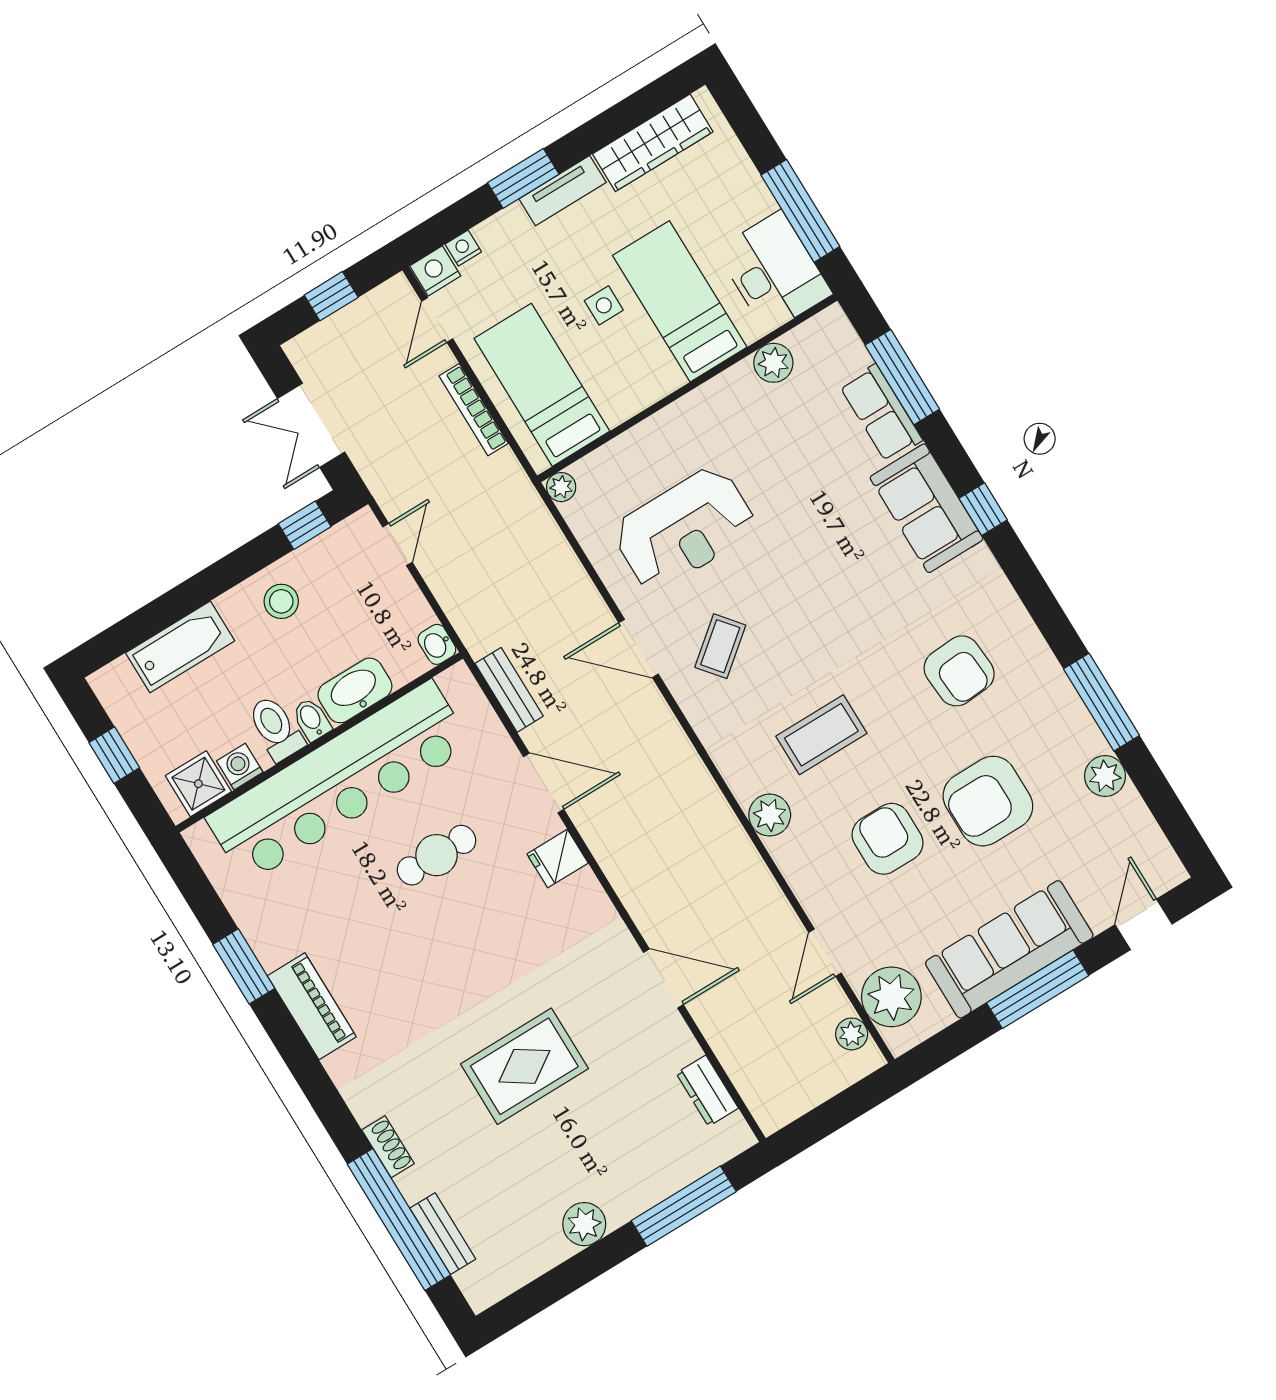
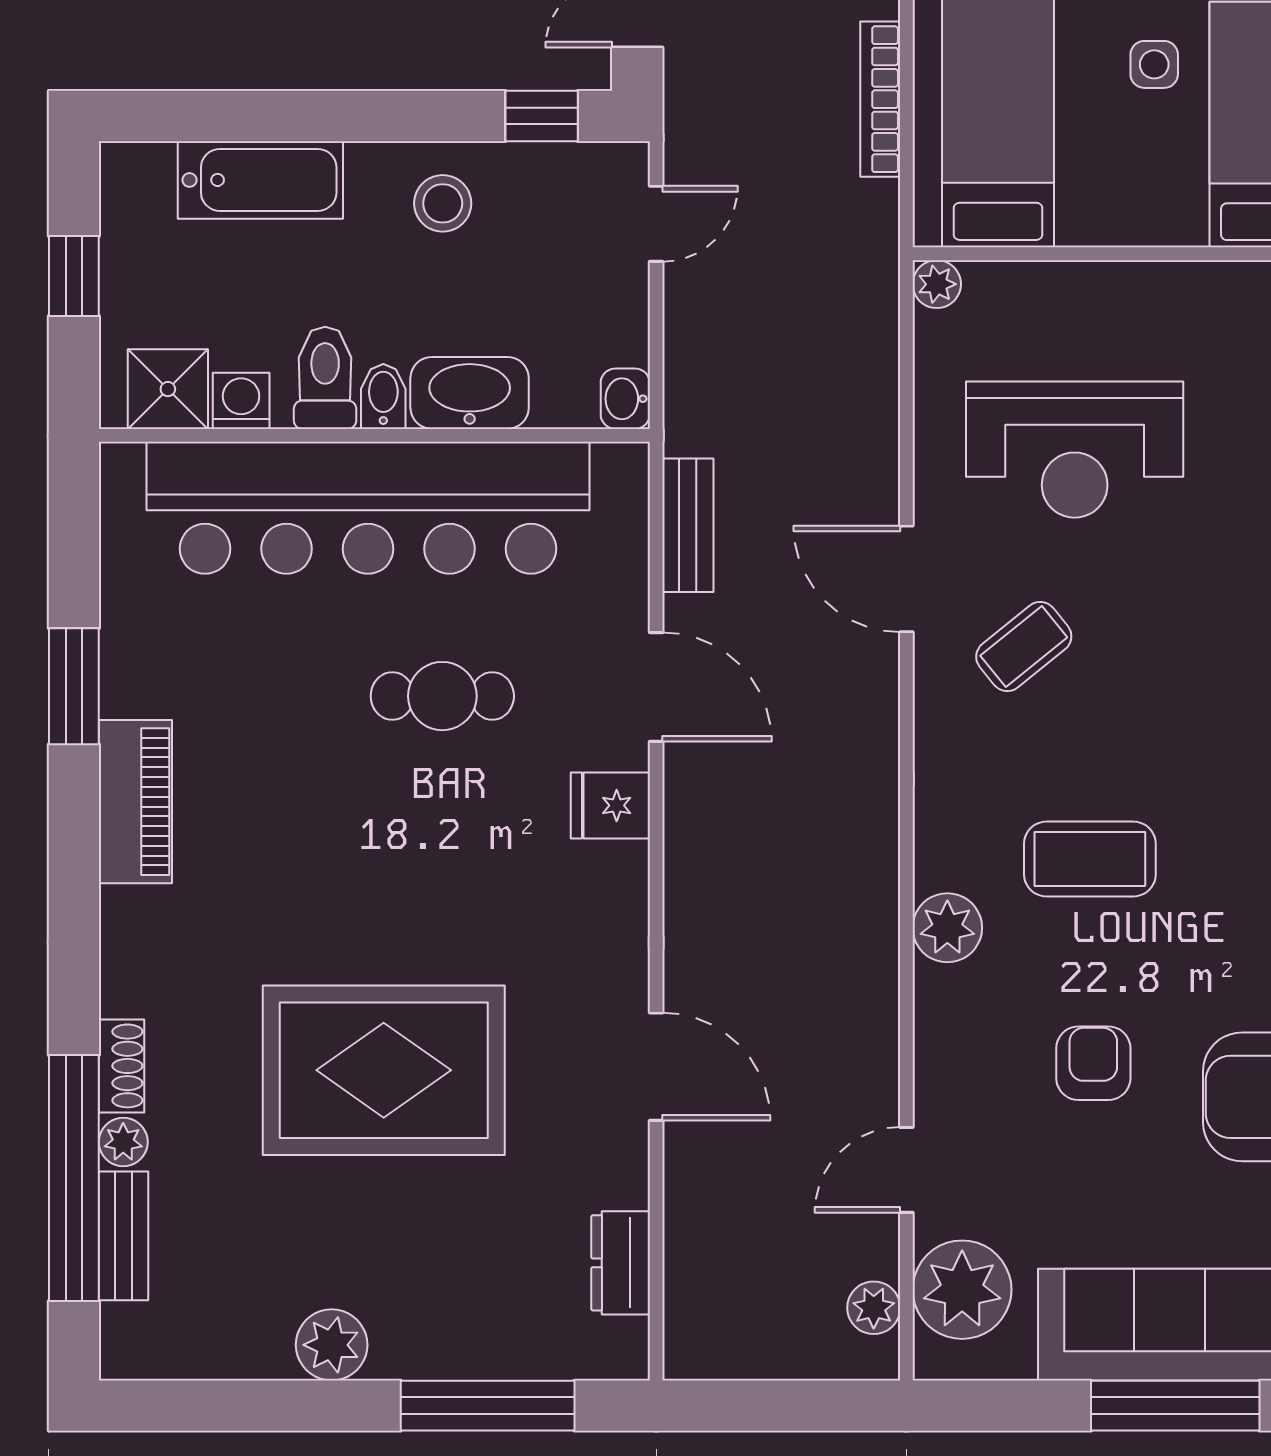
armchair: (888, 839) -> (1093, 1063), width x0.72, depth x0.72
rug: (524, 1066) -> (384, 1070), width x1.37, depth x1.44
plant: (413, 1185) -> (123, 1142), added

